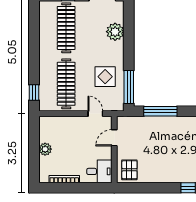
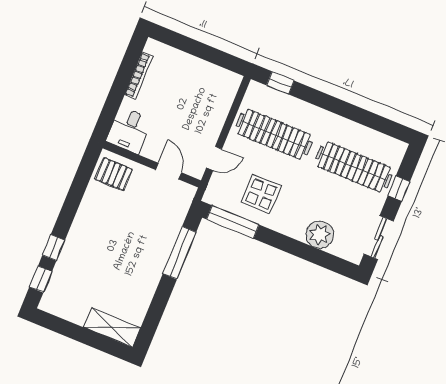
plant: (45, 149) -> (193, 66), removed

